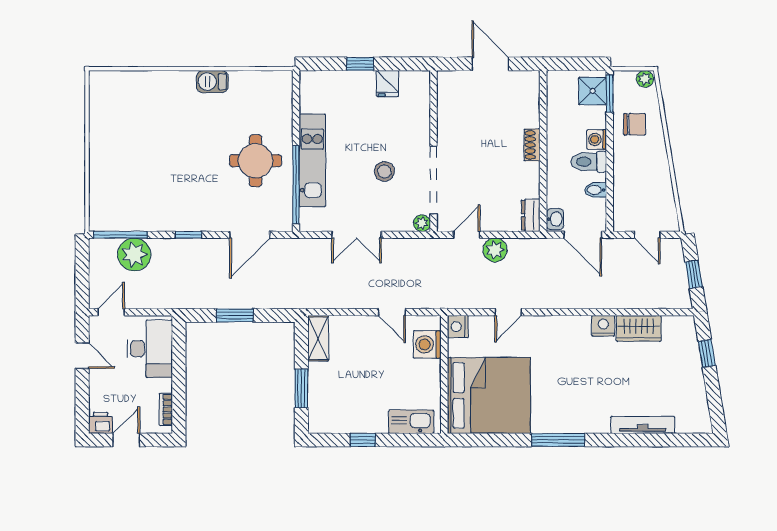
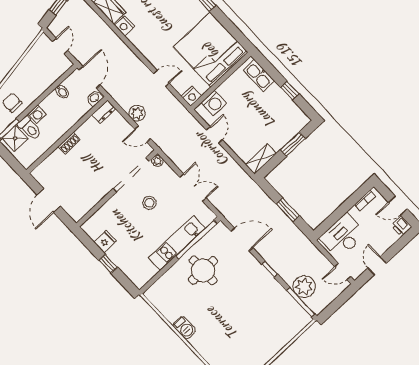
toilet: (589, 162) -> (30, 128), moved

